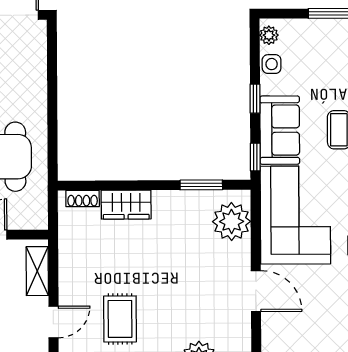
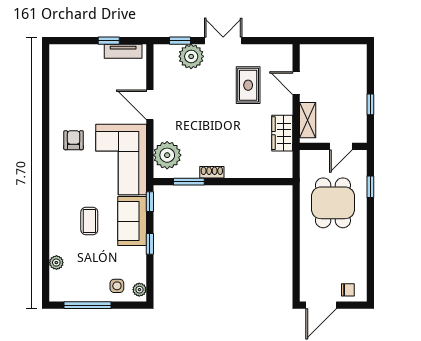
side table: (272, 64) -> (117, 286), moved
shoe rack: (83, 199) -> (212, 172), moved
wardrobe: (126, 205) -> (282, 133), moved, turned -90
door: (53, 322) -> (296, 83), hinge flipped

